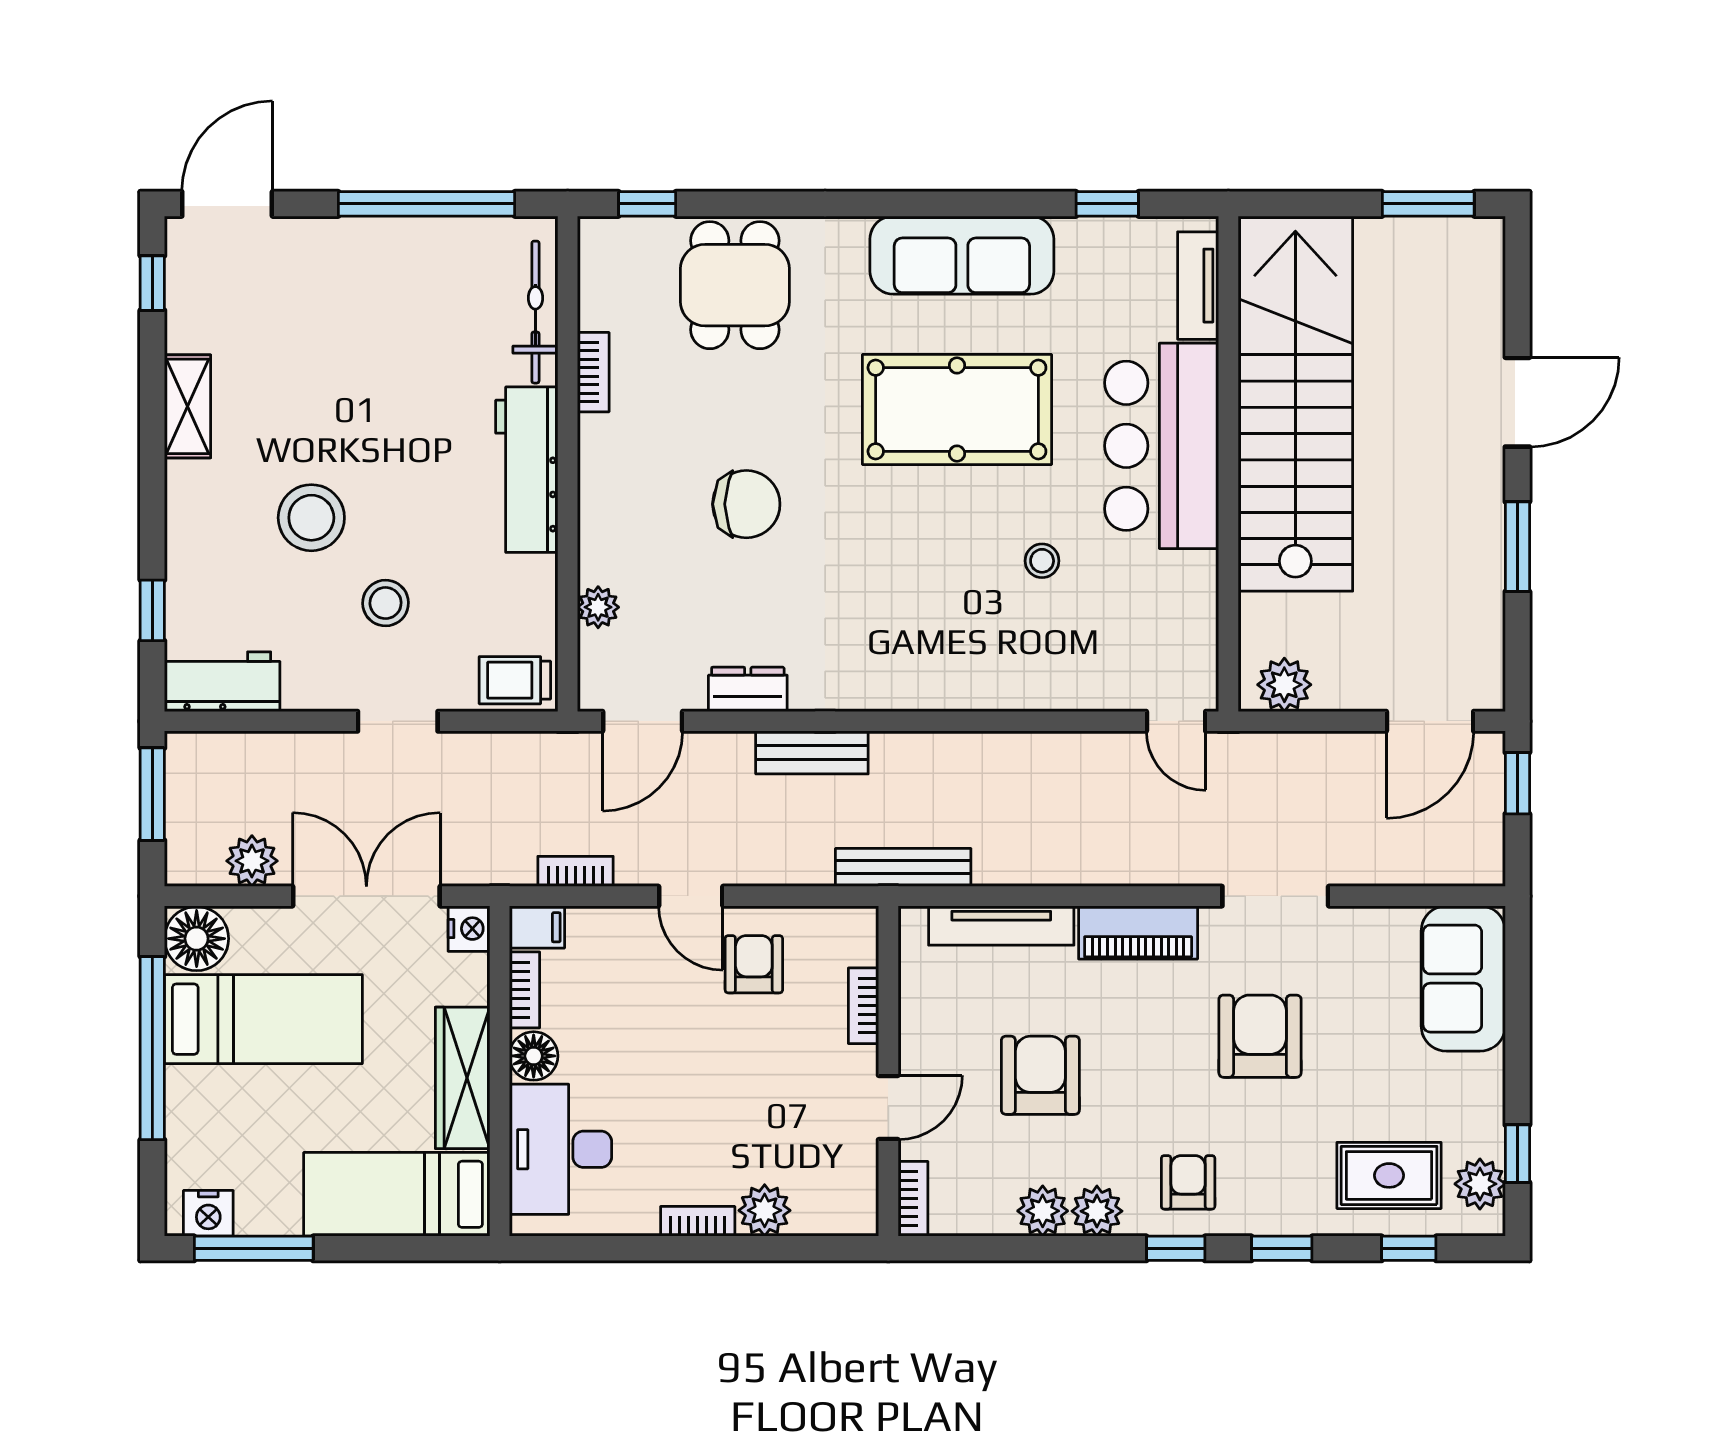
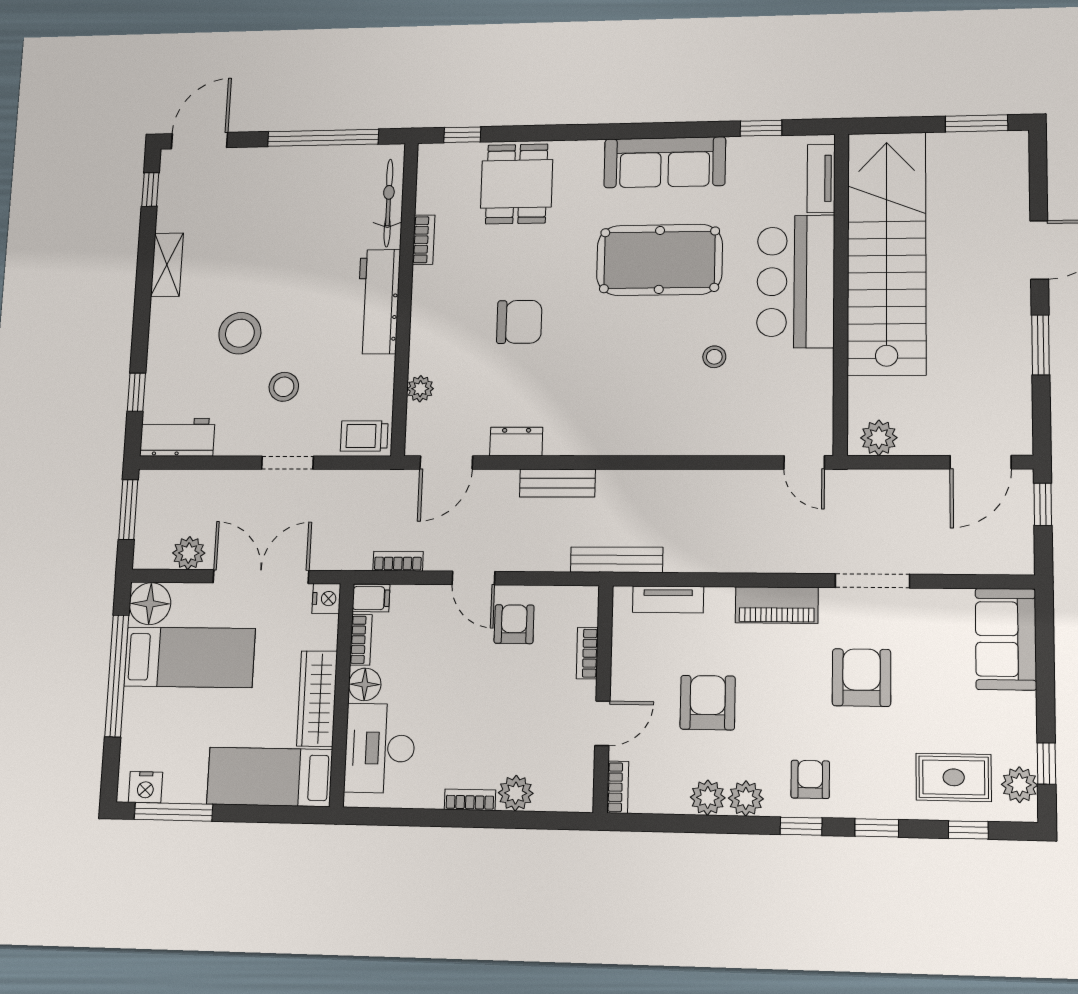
tv unit: (1001, 926) -> (668, 599), width x0.71

